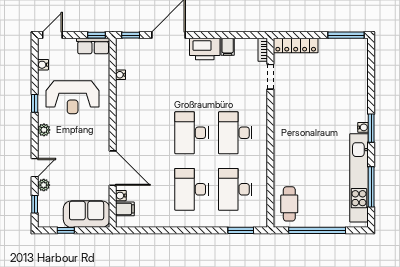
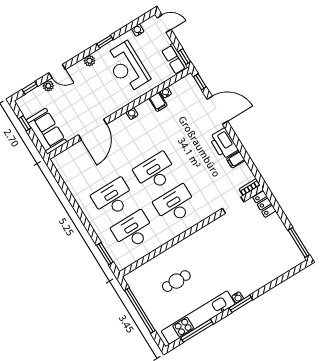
locker: (296, 45) -> (264, 204), width x0.66
water cooler: (121, 196) -> (132, 114), moved
cafe table: (289, 204) -> (176, 281), moved
filing cabinet: (125, 209) -> (158, 102), moved

